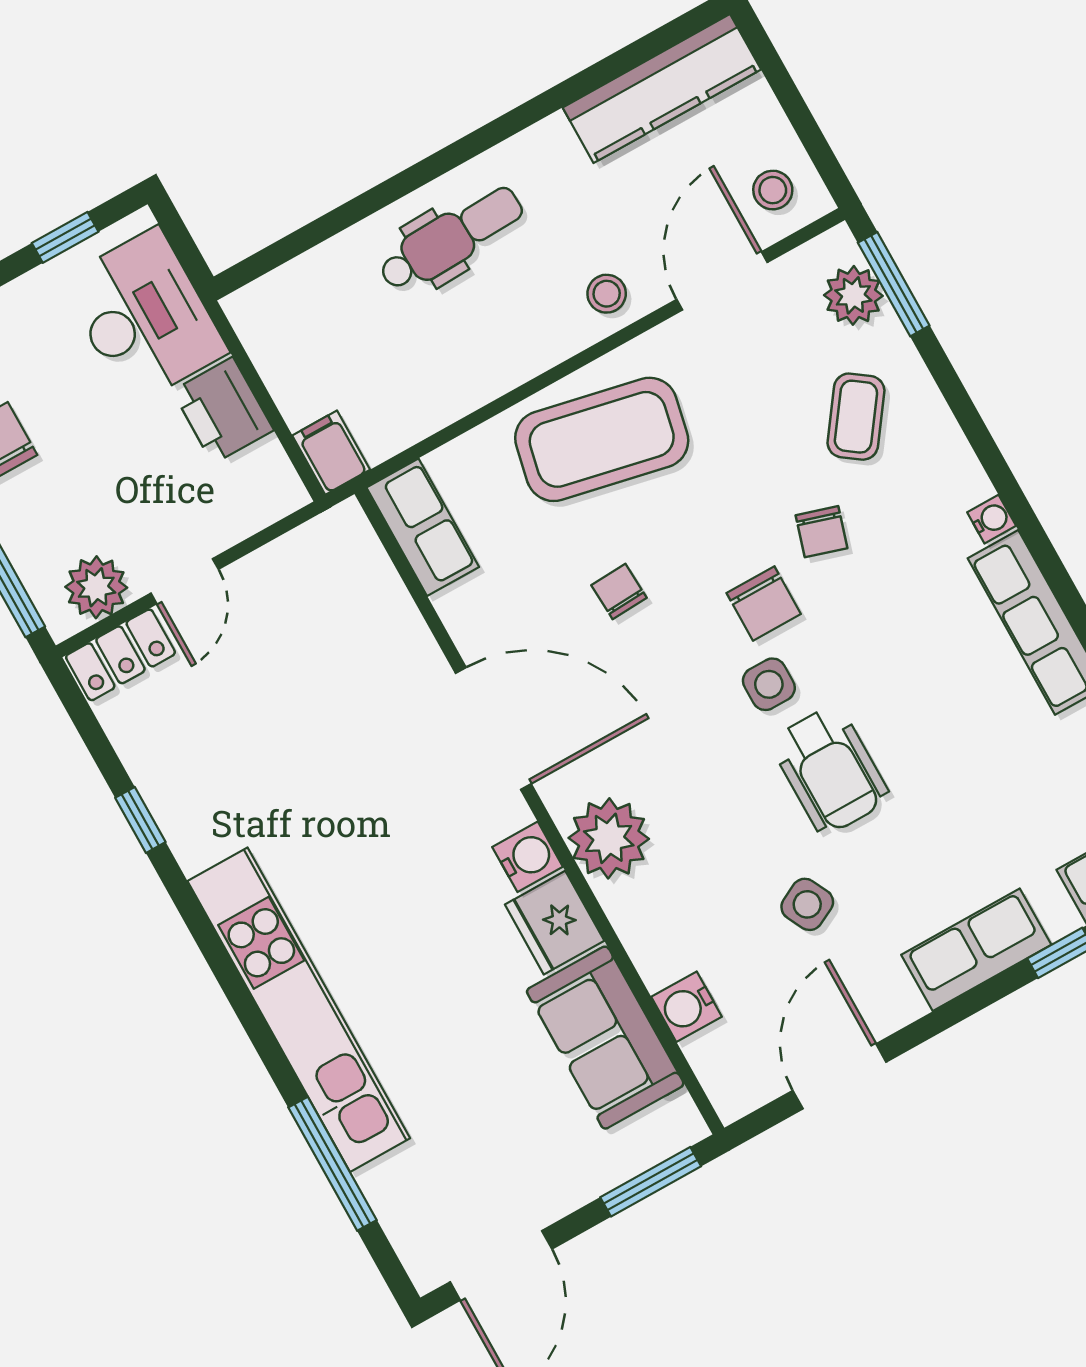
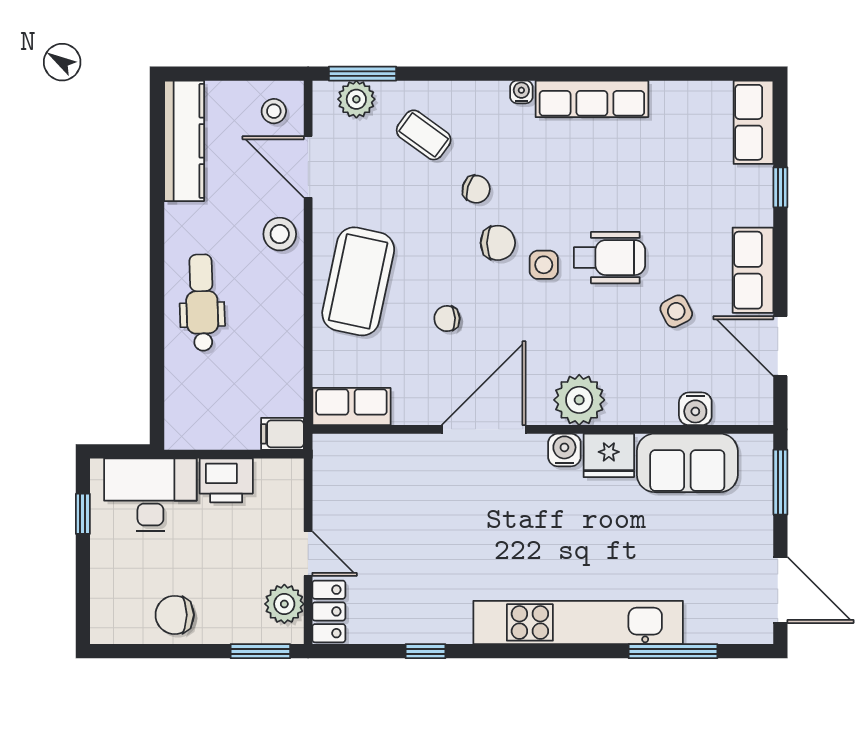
stool: (607, 294) -> (280, 234), width x1.37, depth x1.37
row of seats: (976, 950) -> (753, 270), moved

